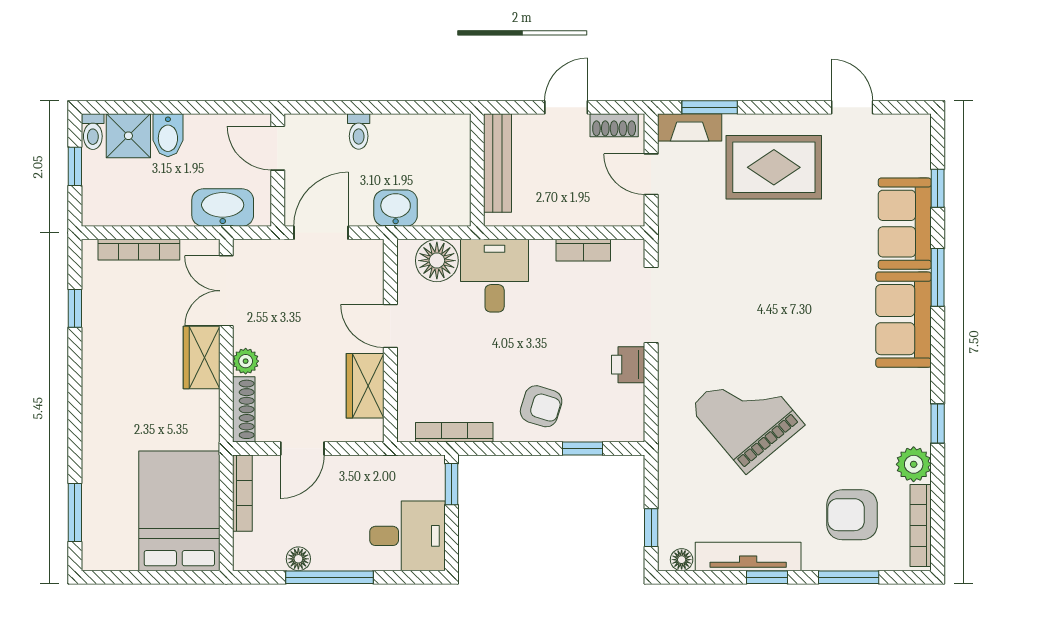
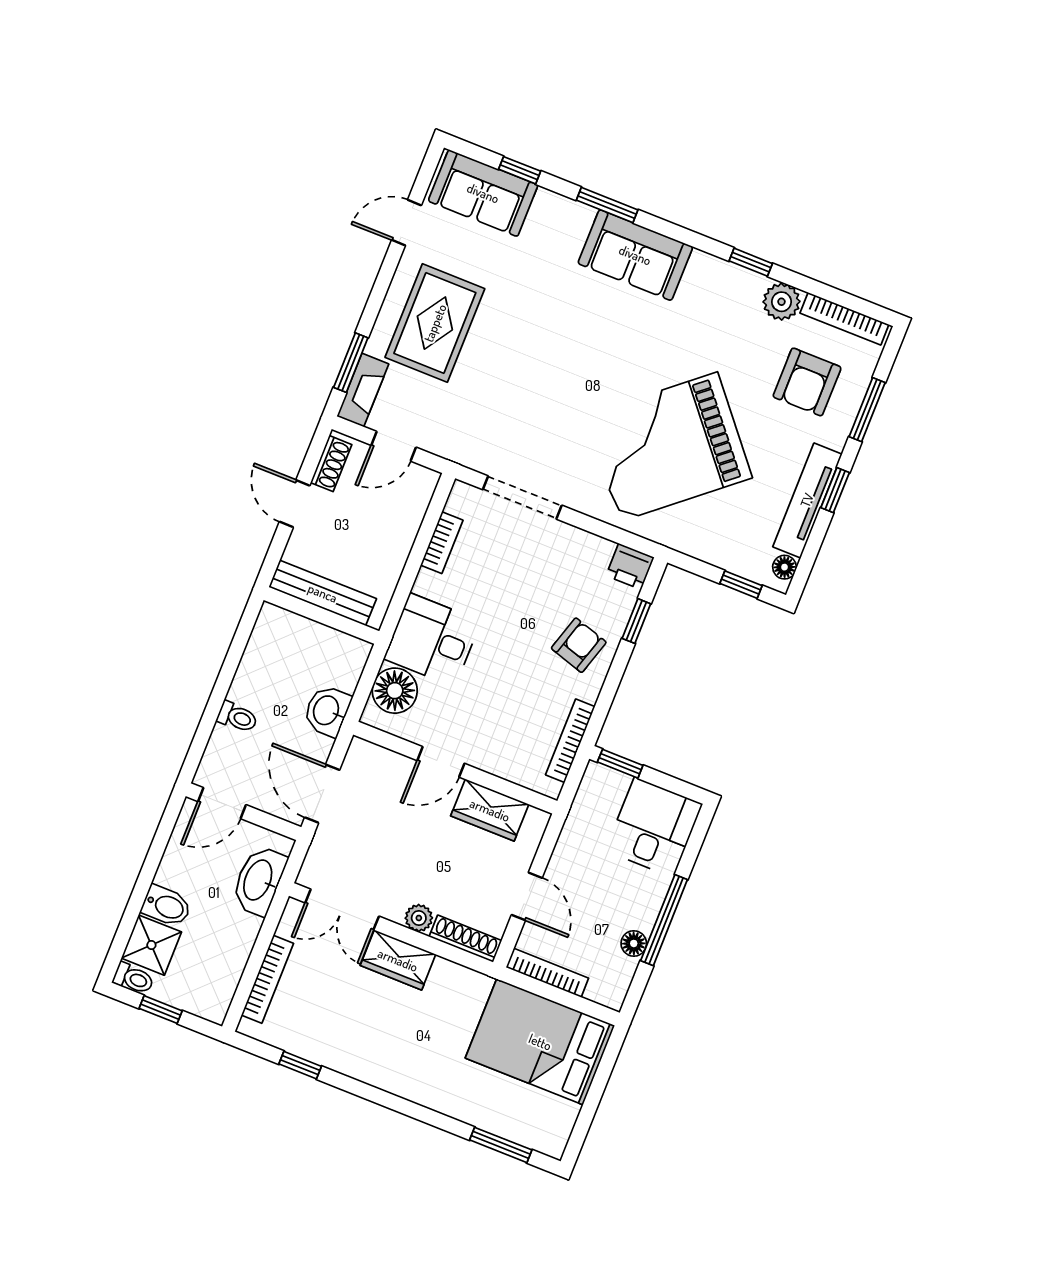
sofa: (905, 224) -> (483, 193), moved
printer: (628, 365) -> (630, 567), moved
grand piano: (747, 416) -> (669, 447), width x1.37, depth x1.48

